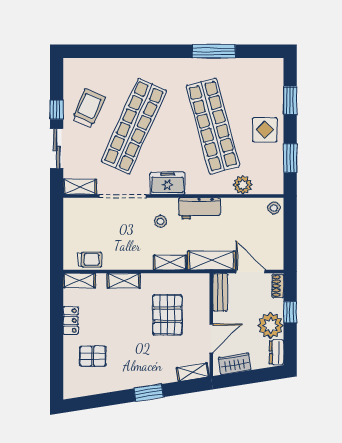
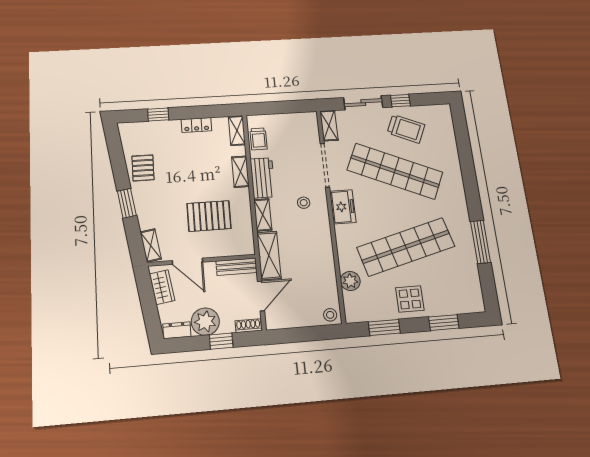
workbench: (199, 208) -> (263, 178), moved, turned 180
pallet: (93, 356) -> (143, 168), moved
window: (57, 358) -> (158, 114), added

